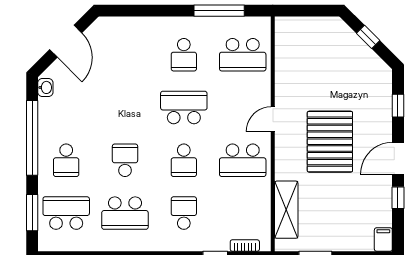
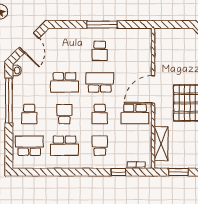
window: (219, 11) -> (102, 25), moved
school desk: (243, 55) -> (64, 82), moved
door: (273, 119) -> (153, 90), width x1.87
window: (32, 213) -> (9, 145), removed

